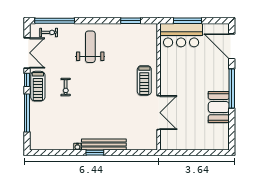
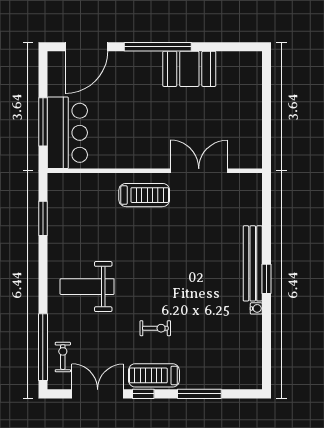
treadmill: (38, 86) -> (154, 375), turned 180
window: (27, 113) -> (199, 394), width x0.68

